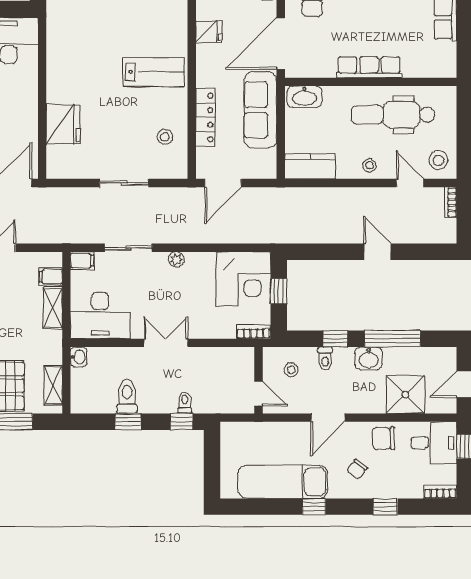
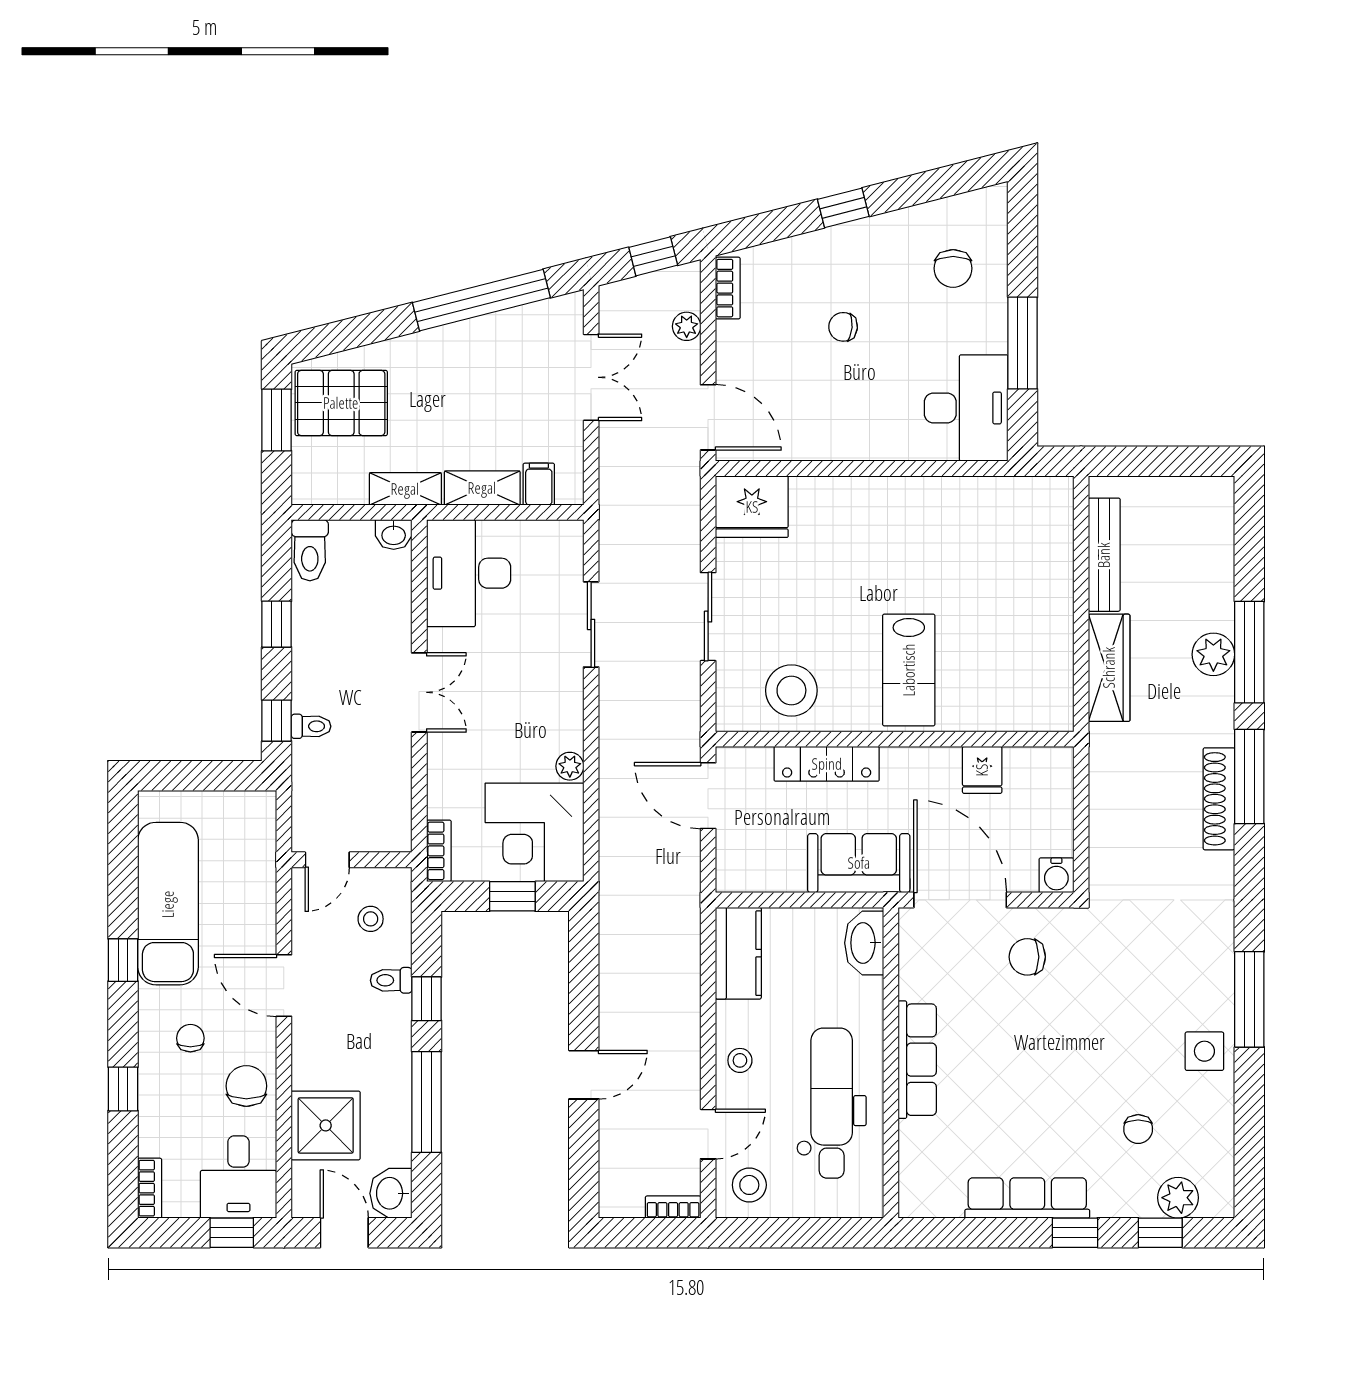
sofa: (260, 110) -> (859, 863), width x0.73
fridge: (63, 124) -> (752, 507), moved
stool: (165, 137) -> (791, 690), width x1.89, depth x1.89
plant: (176, 260) -> (570, 766), moved
filing cabinet: (82, 261) -> (568, 541), removed
washbasin: (369, 358) -> (391, 1193), moved
shelving: (53, 385) -> (405, 489), moved
toilet: (127, 397) -> (310, 550), moved, turned 90
chair: (357, 469) -> (190, 1038), turned 53

